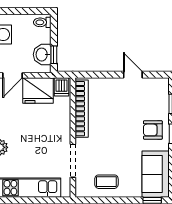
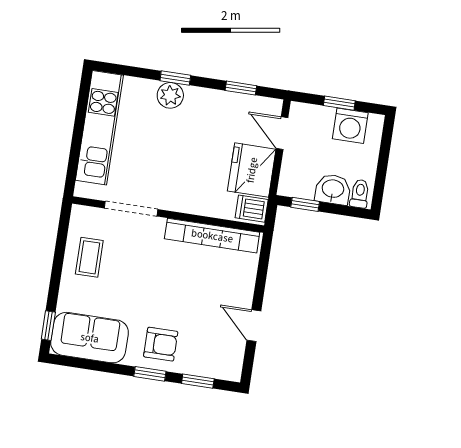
washbasin: (42, 55) -> (333, 189), moved
door: (133, 75) -> (254, 326), swing flipped
armchair: (153, 130) -> (161, 344), turned 90

